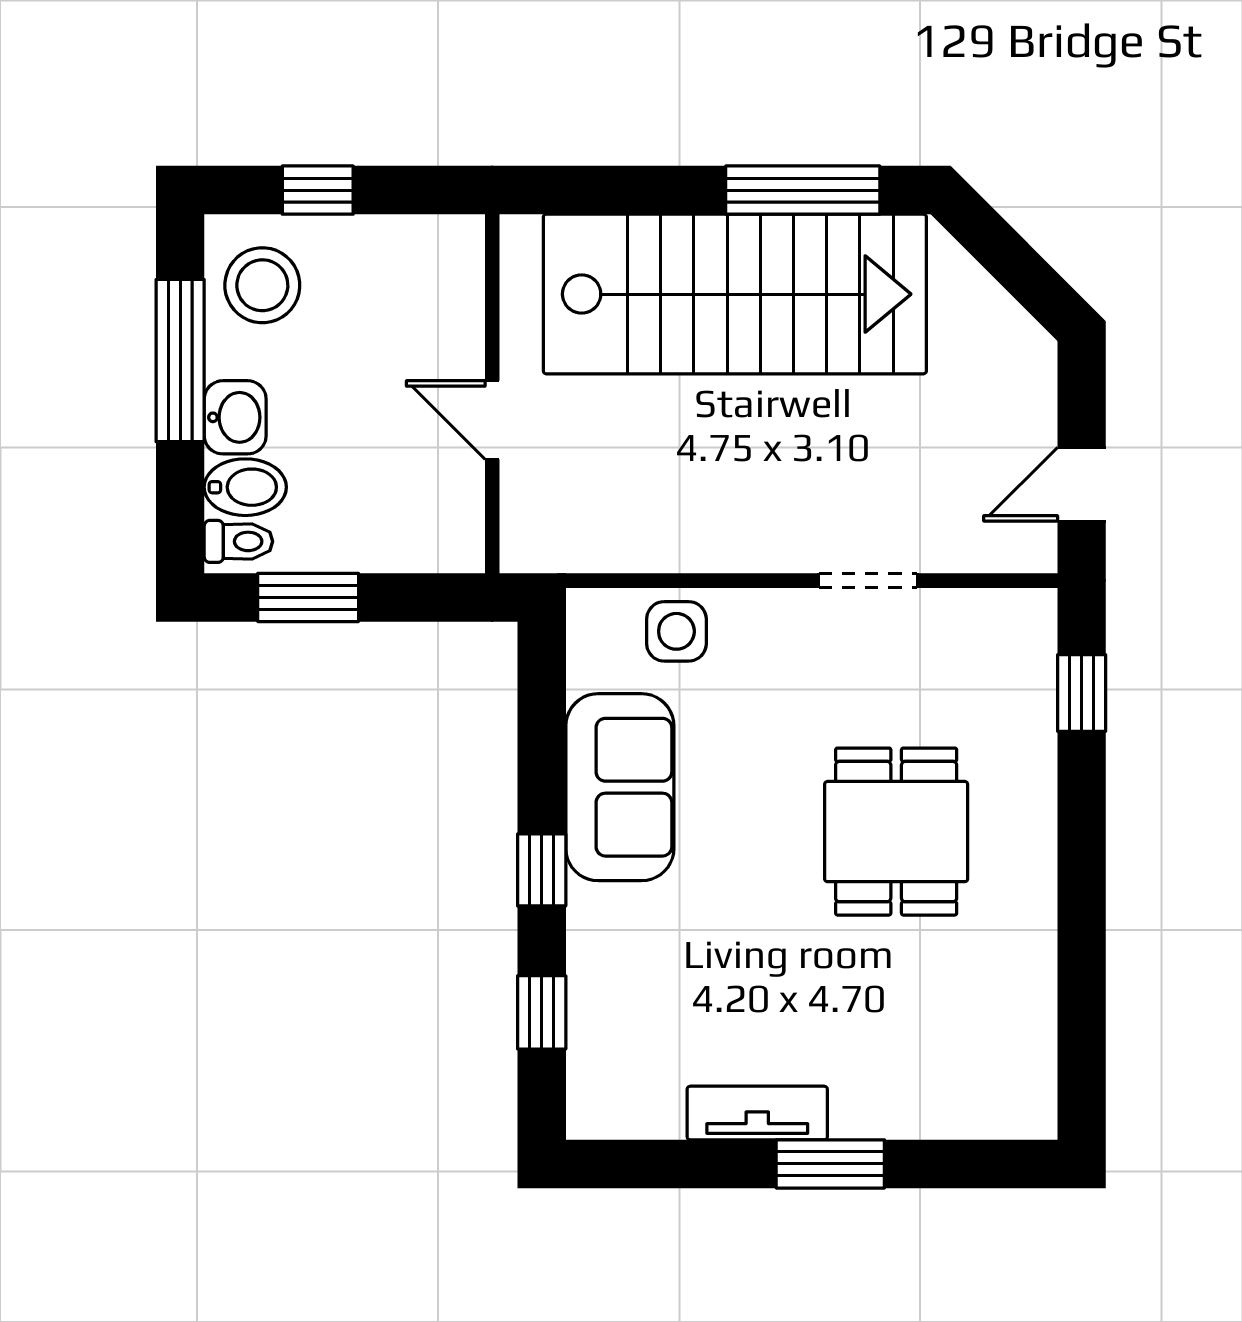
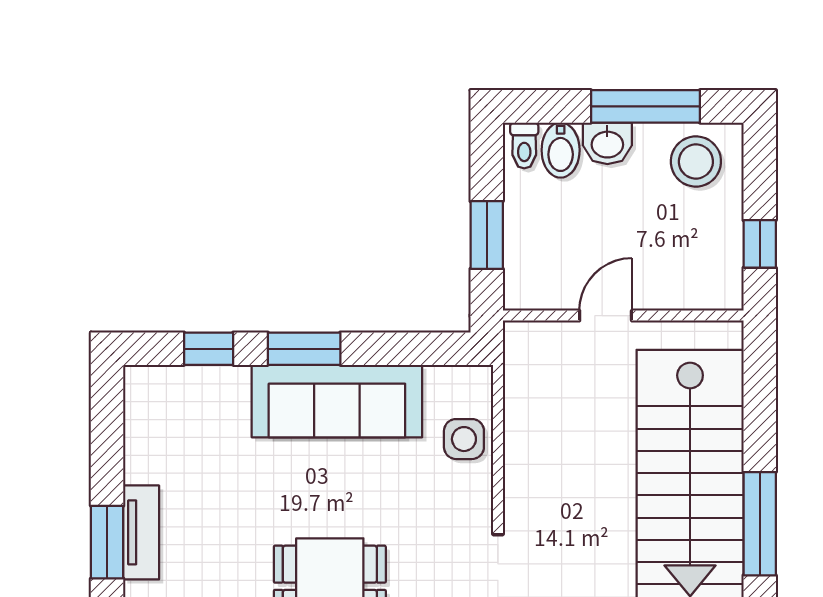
window: (318, 190) -> (760, 244), moved
window: (308, 597) -> (487, 235), moved
sofa: (620, 787) -> (337, 401), width x1.36
window: (542, 870) -> (304, 349), width x1.50
tv unit: (757, 1113) -> (141, 532), moved

